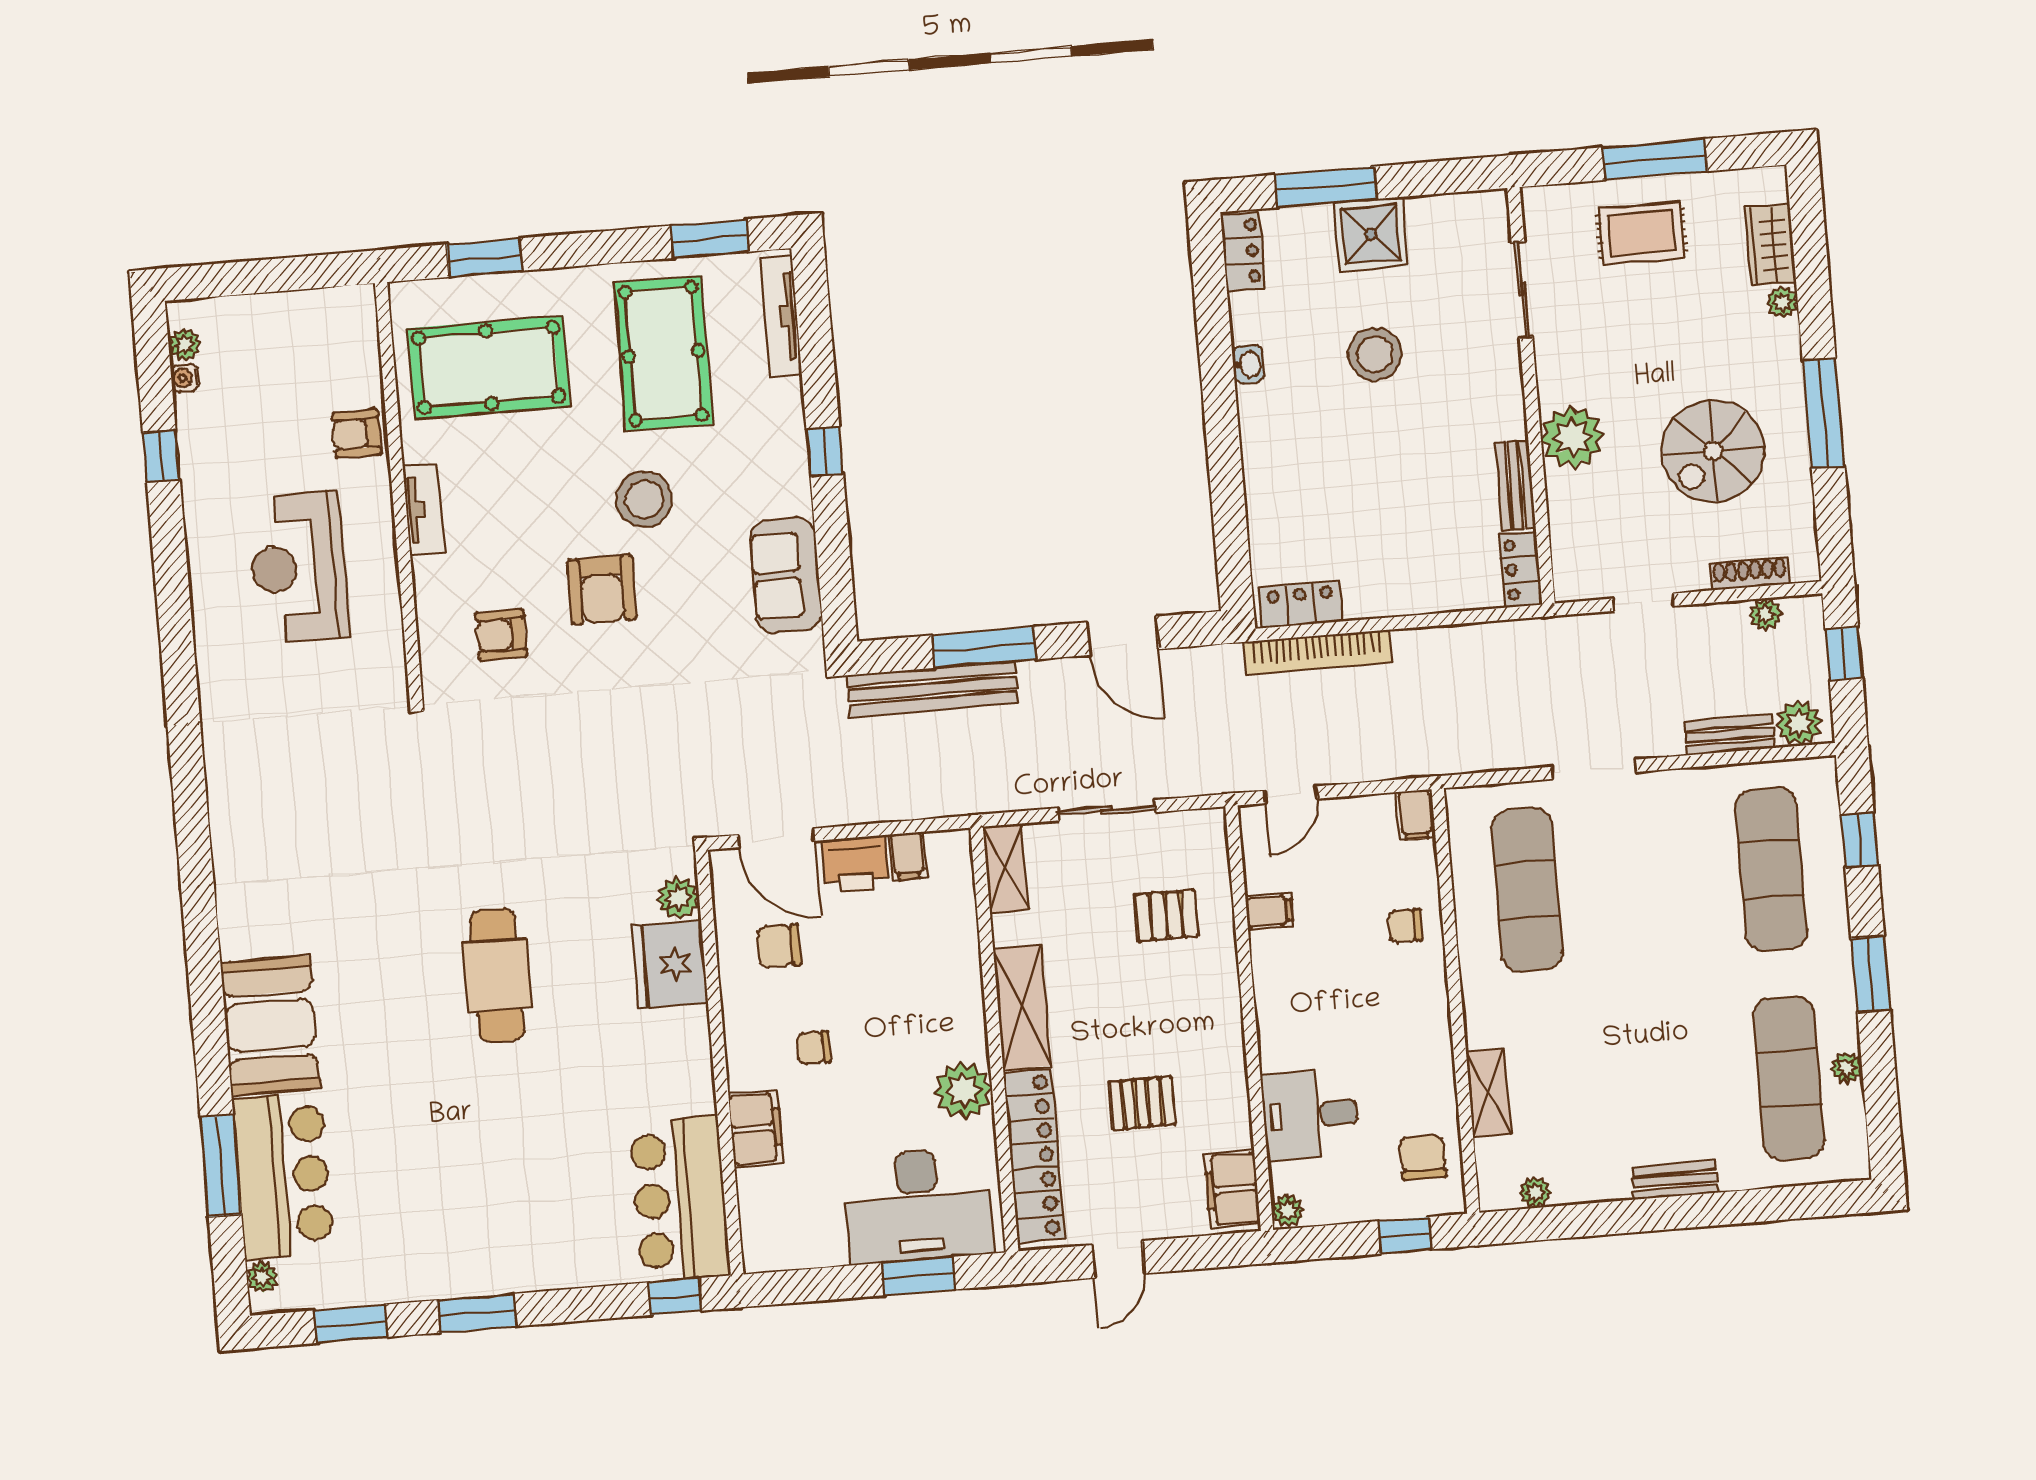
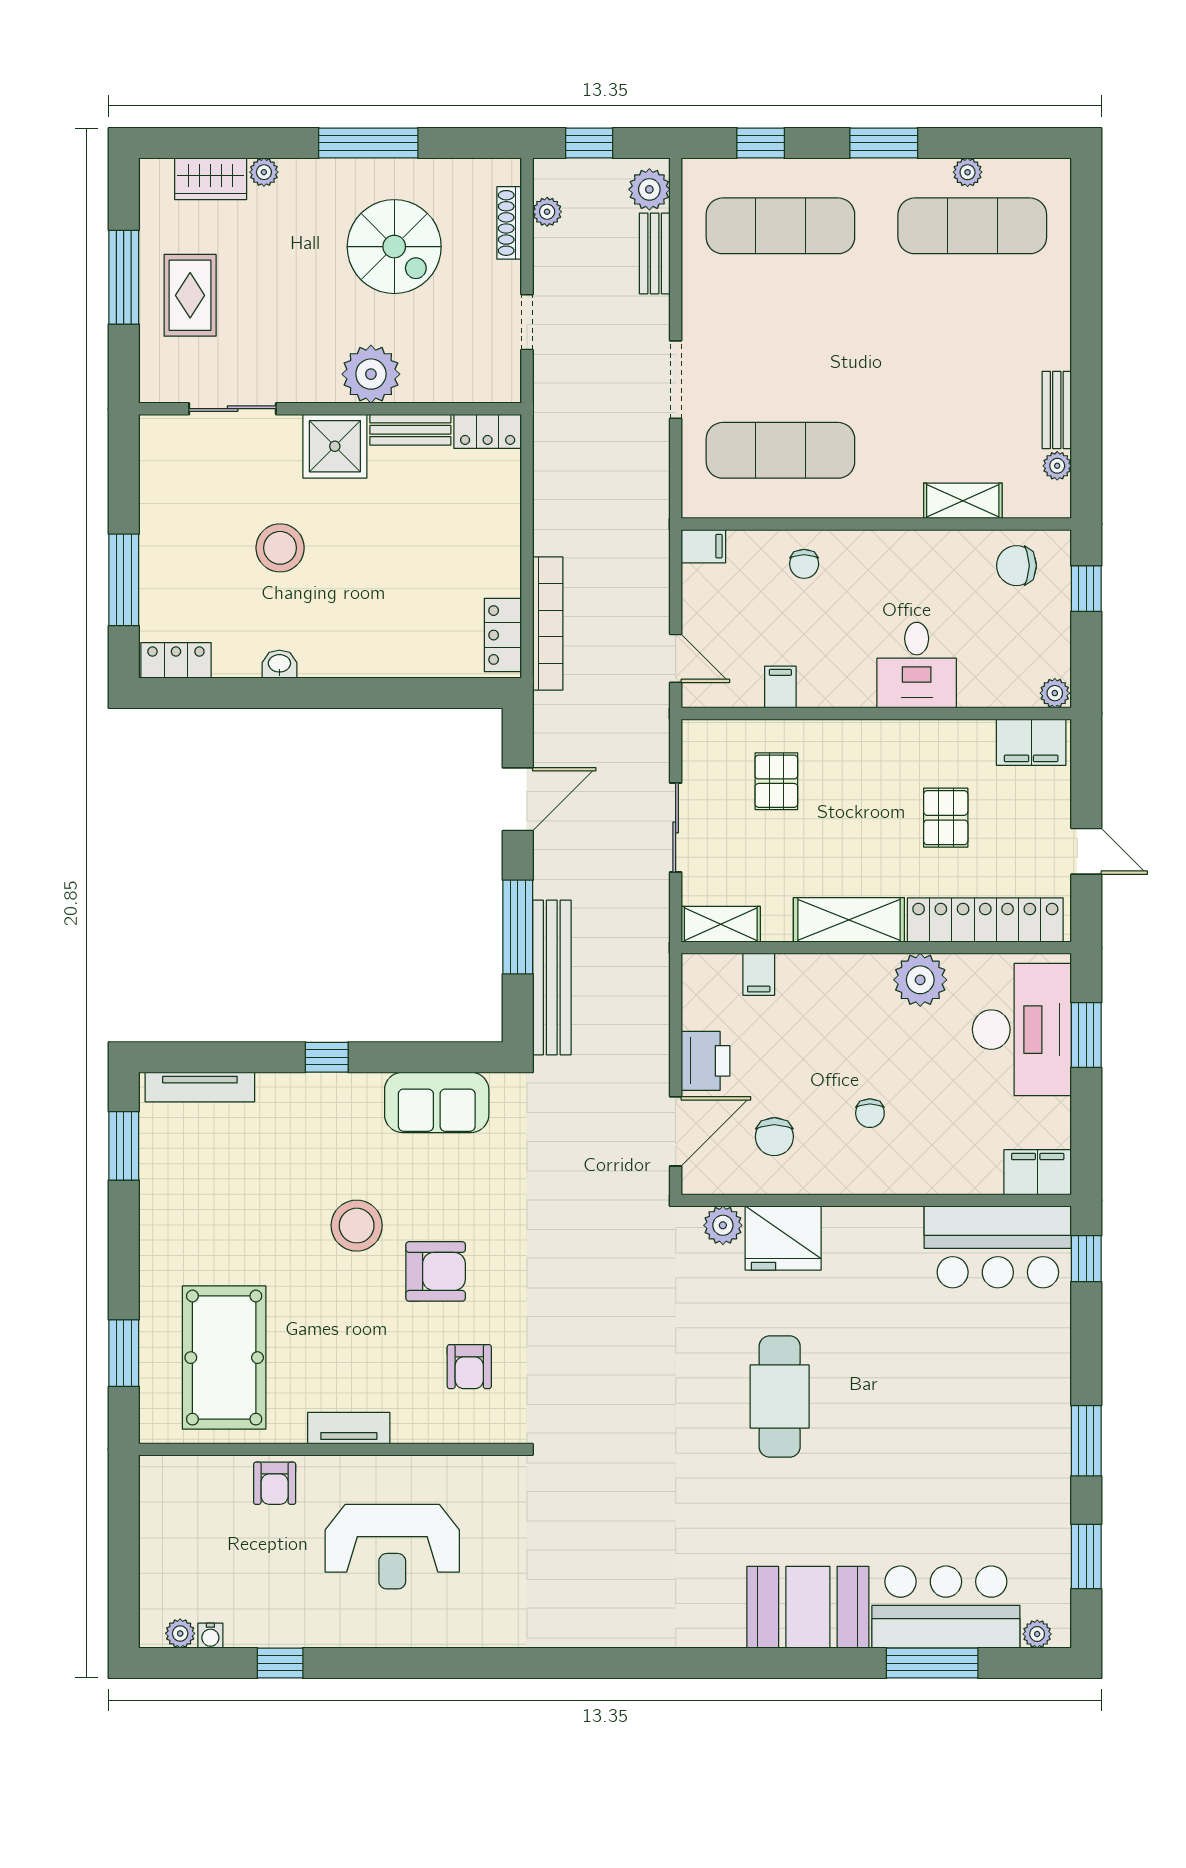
shower: (1371, 234) -> (335, 446), moved
pool table: (664, 354) -> (225, 1197), removed
filing cabinet: (908, 856) -> (759, 974), moved, turned 90
cafe table: (497, 975) -> (780, 1397), turned 90
desk: (1310, 1115) -> (917, 665), moved
filing cabinet: (756, 1129) -> (1038, 1172), moved
bench: (1675, 1180) -> (1057, 410), moved

